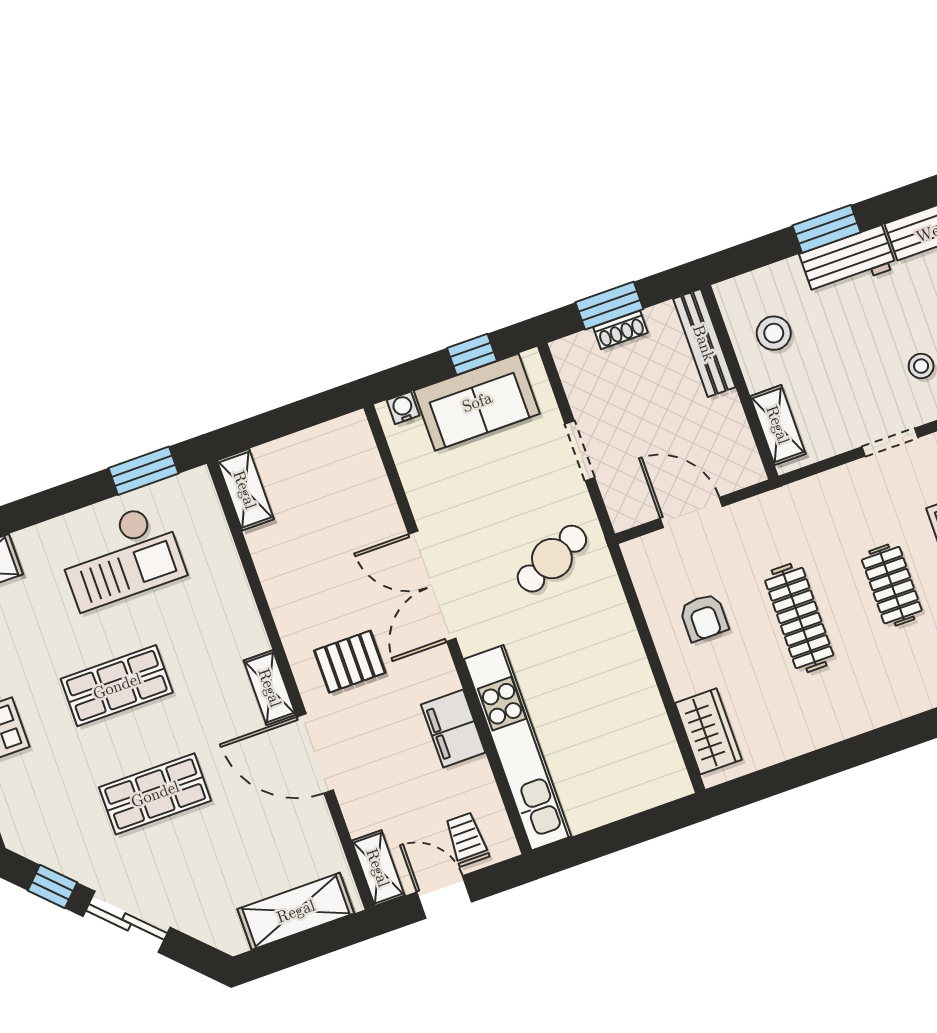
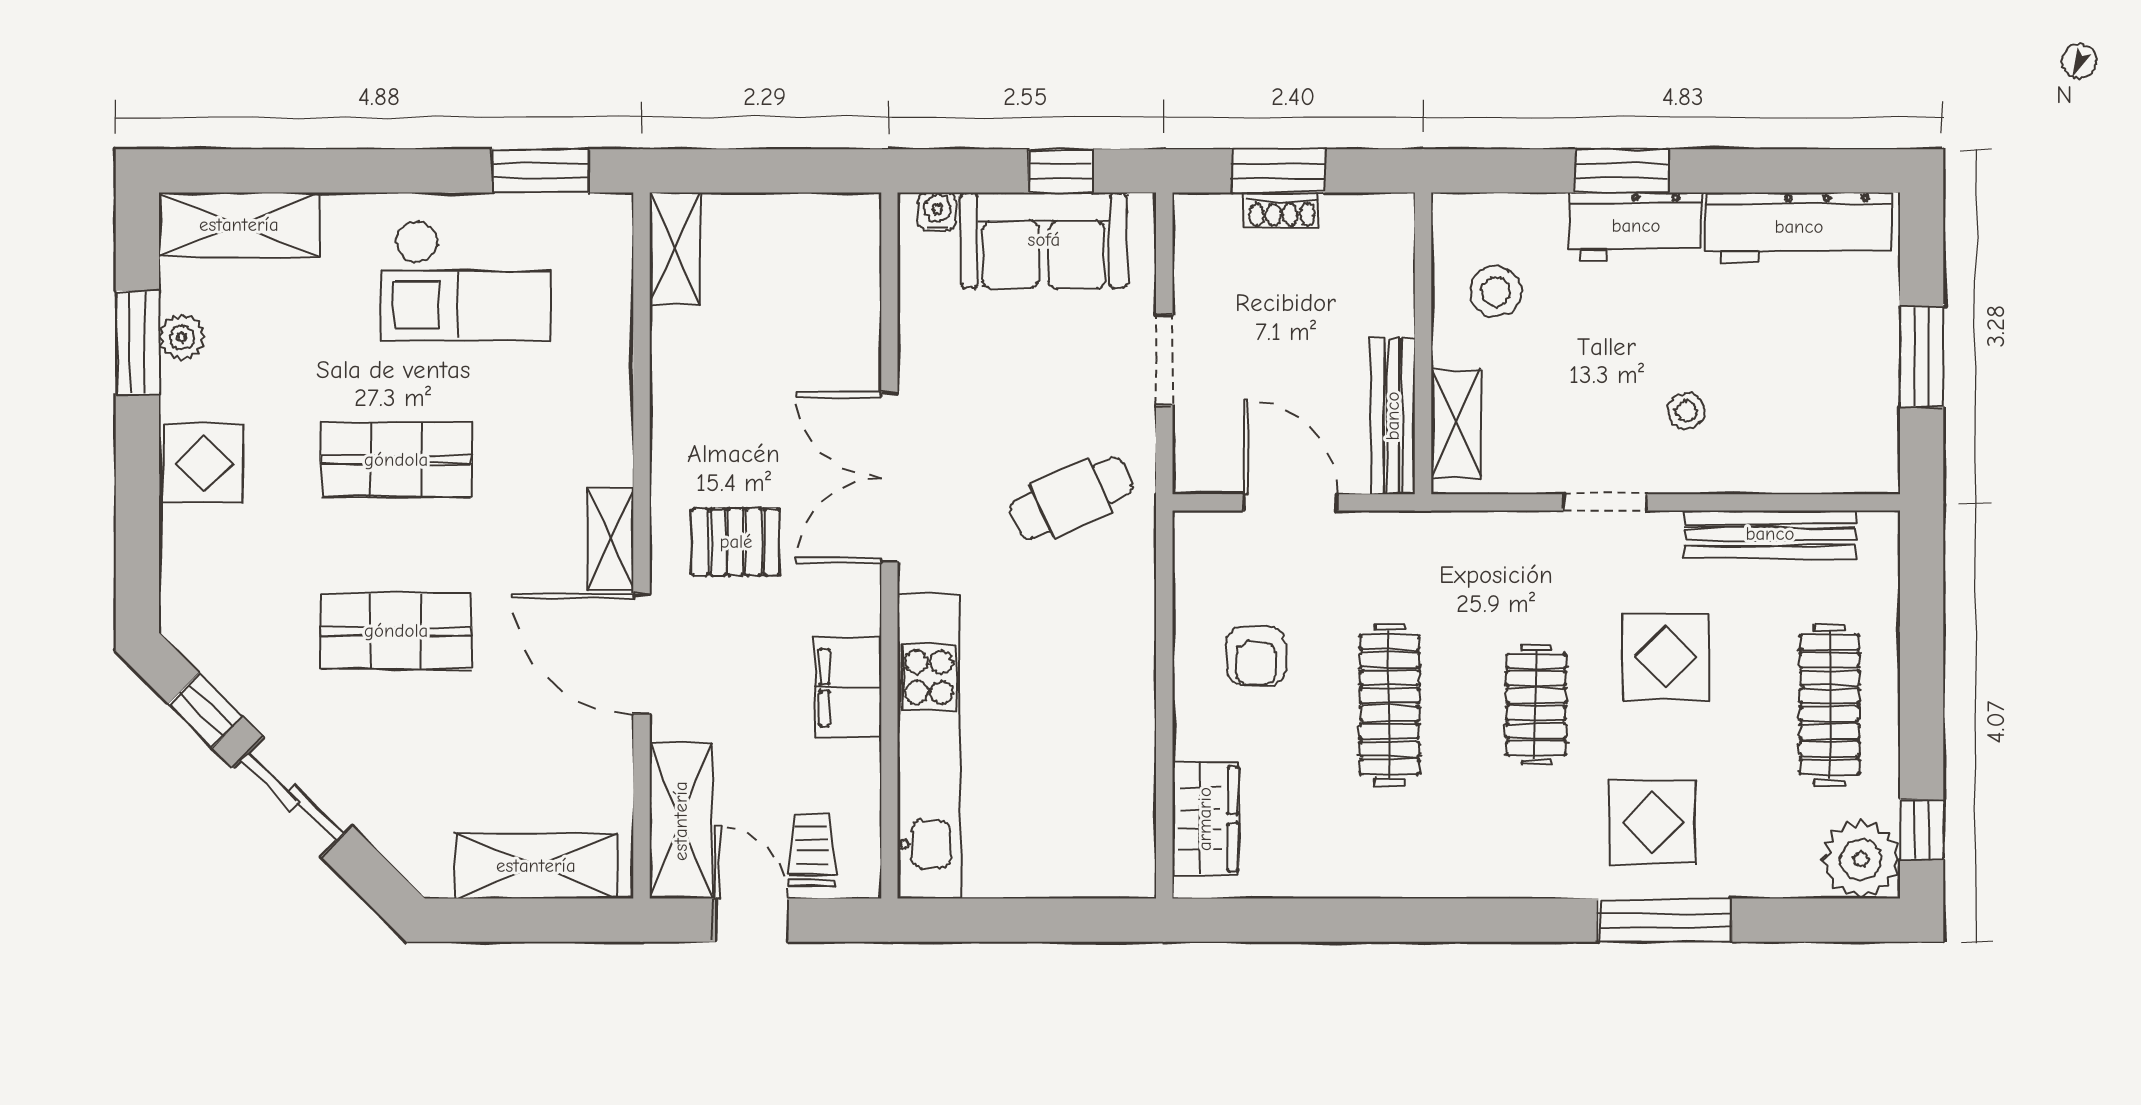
bench: (704, 343) -> (1393, 416), moved
shelving: (378, 868) -> (681, 821), width x1.50, depth x1.33

